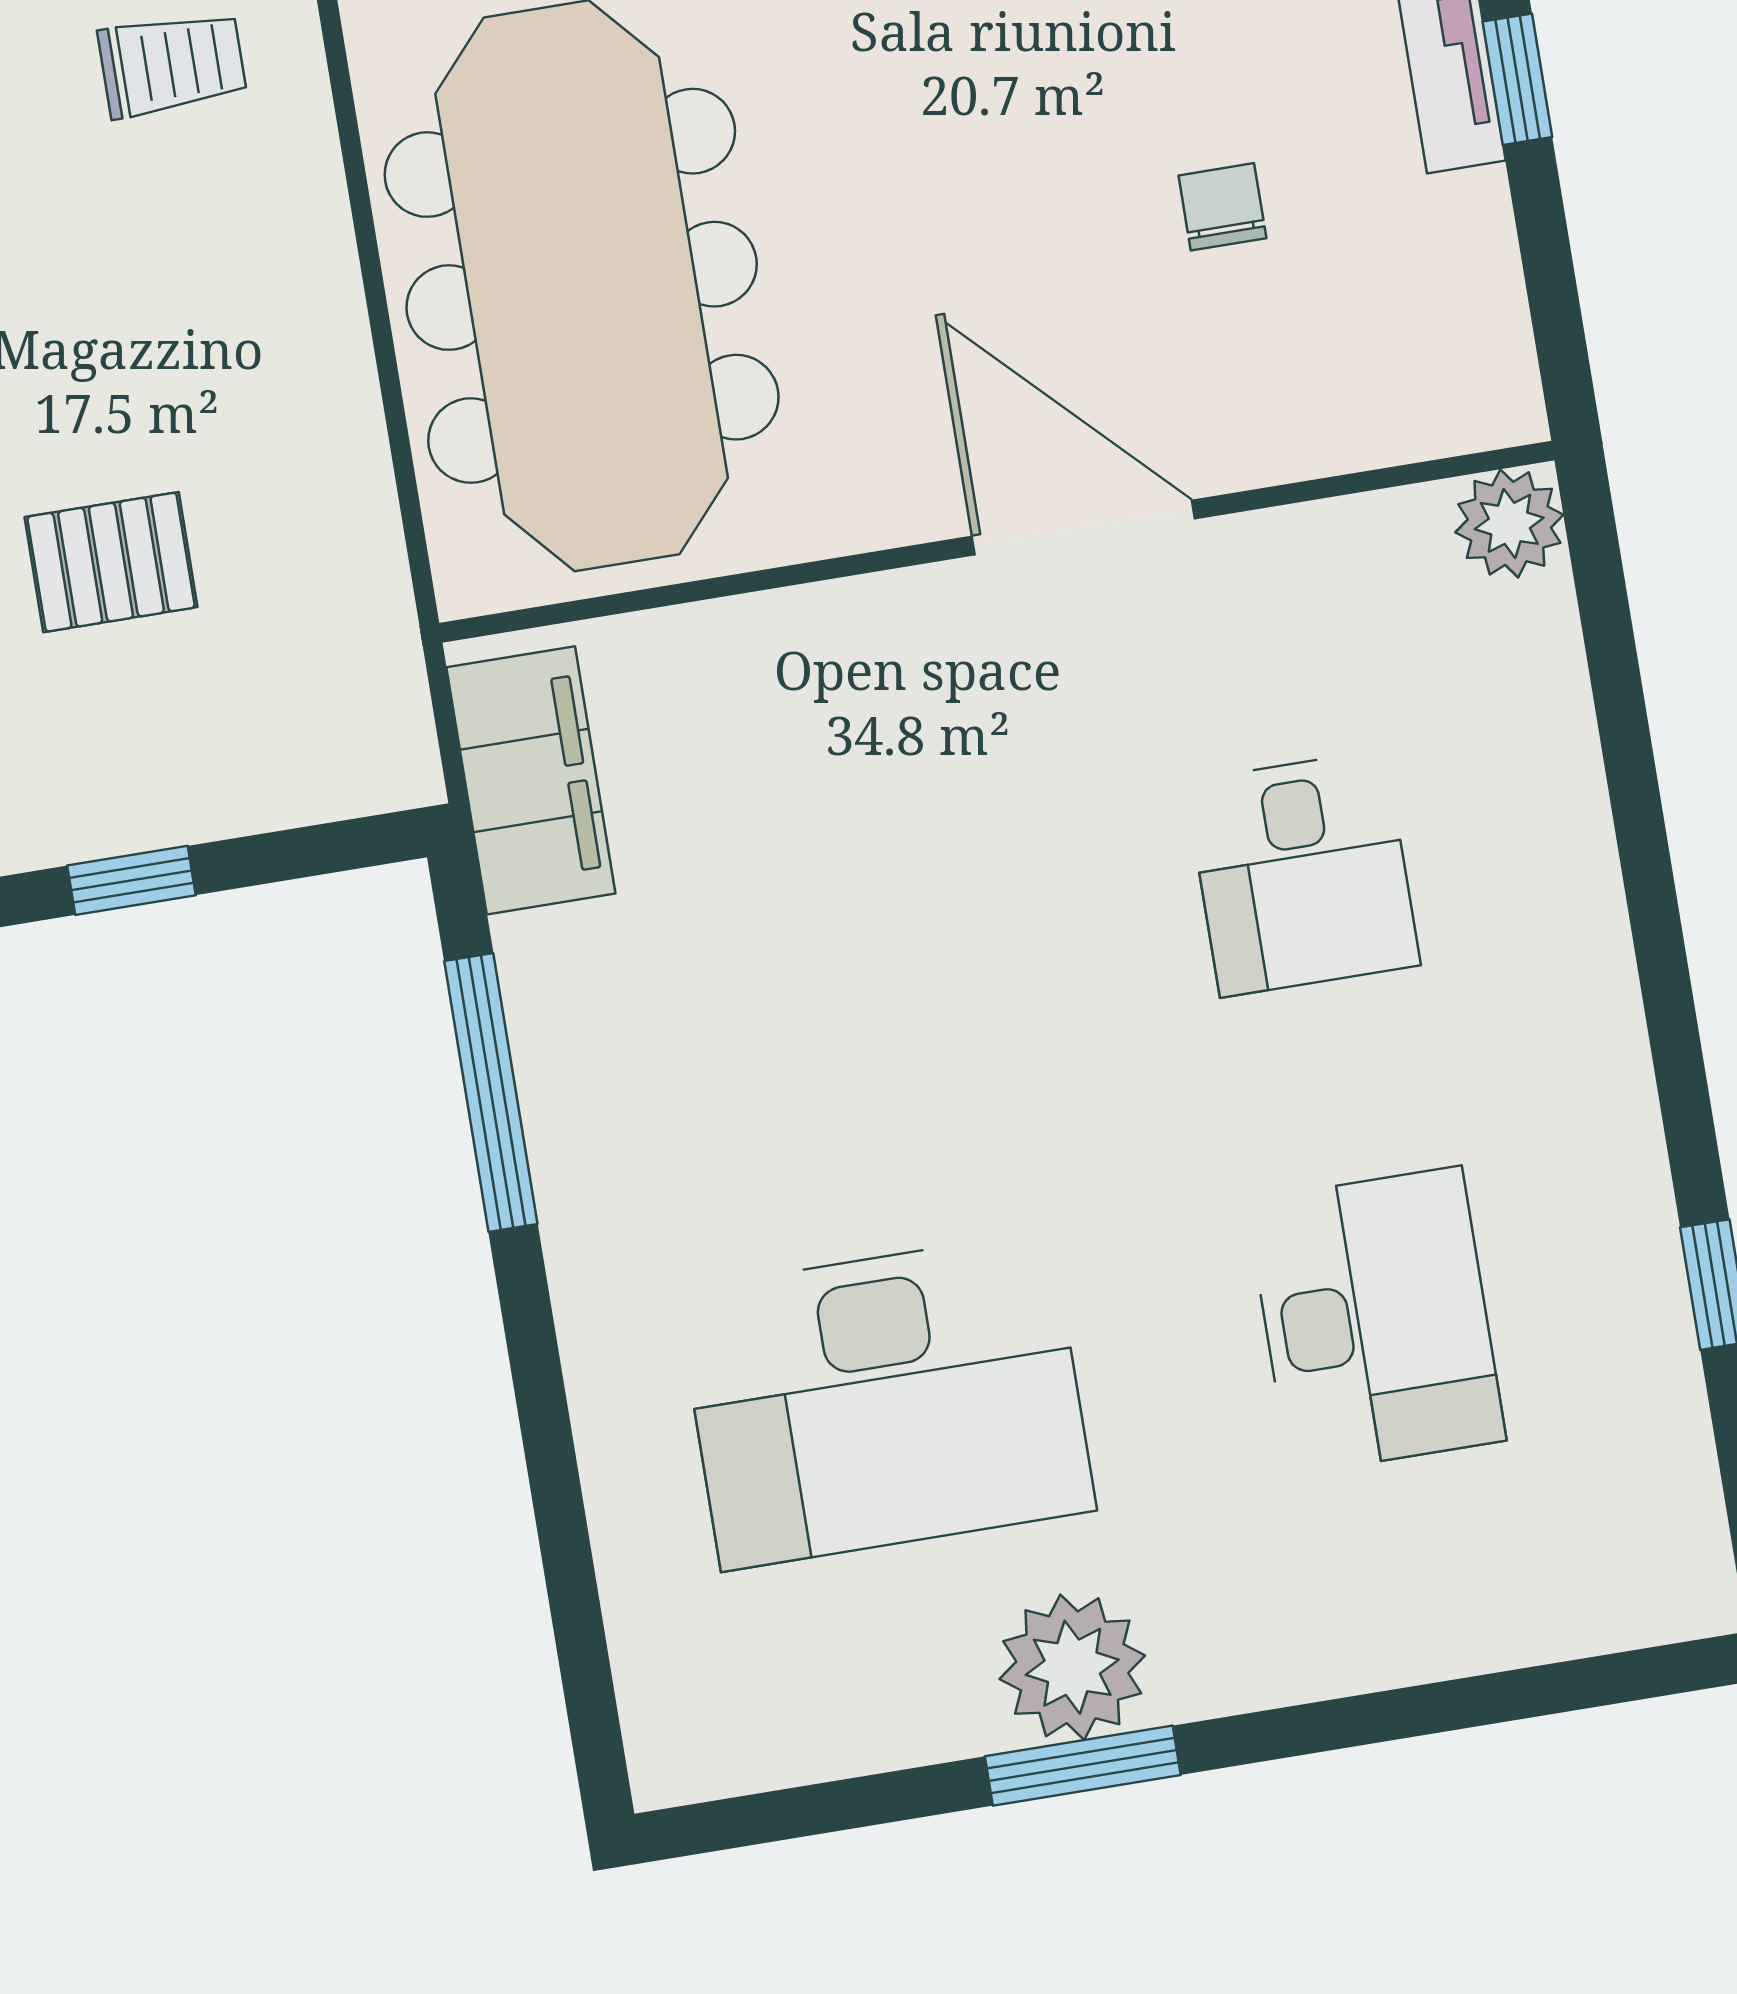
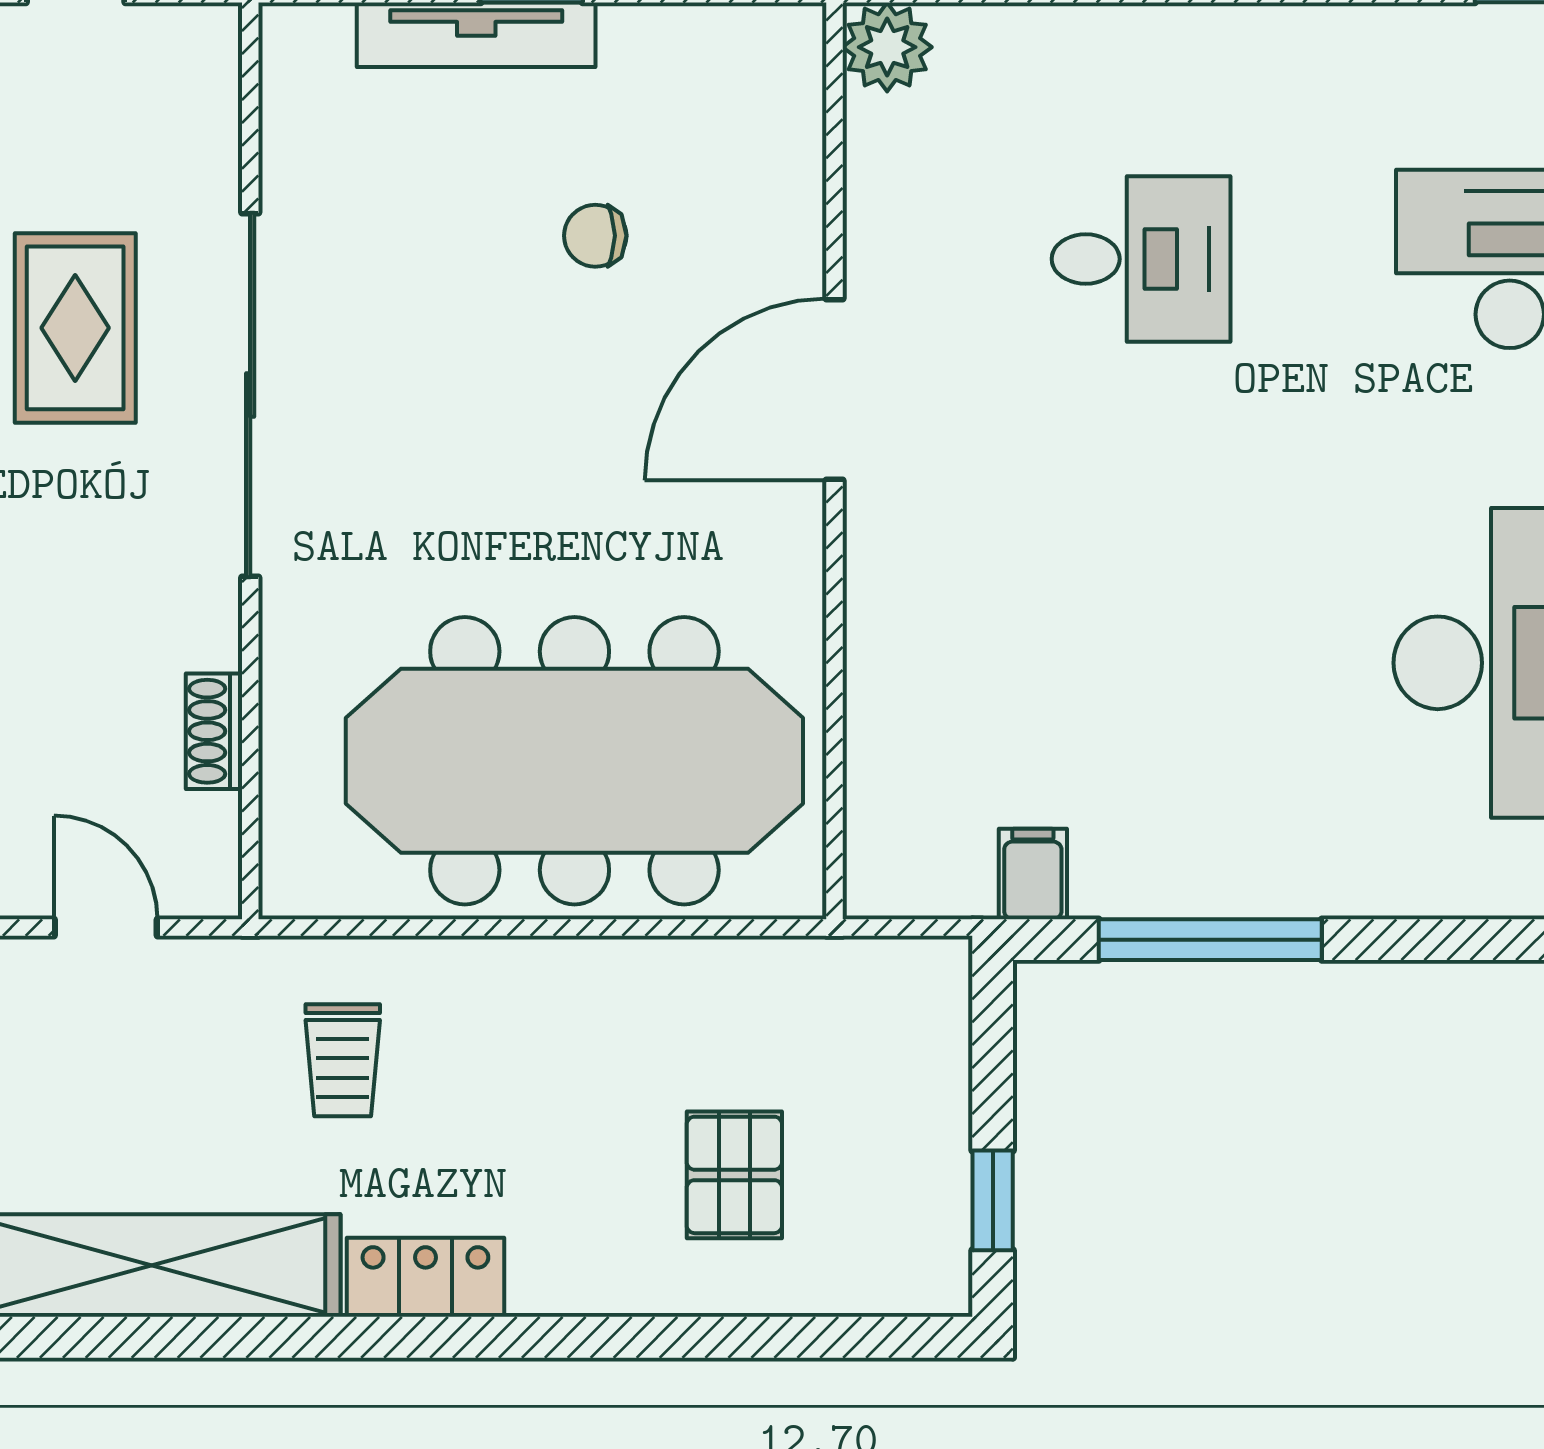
trolley: (172, 64) -> (343, 1060), turned 180
filing cabinet: (531, 780) -> (1033, 874), width x0.33, depth x0.86

